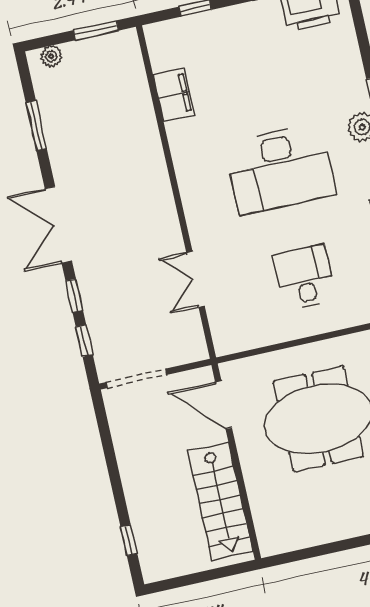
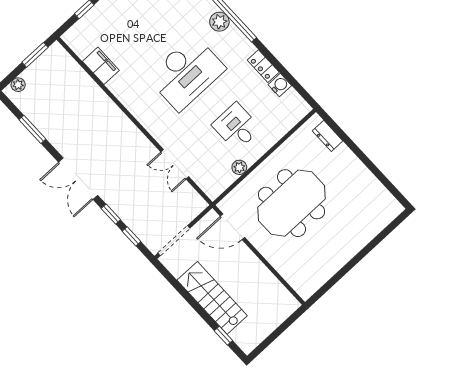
plant: (277, 332) -> (239, 167), added
stairs: (220, 501) -> (212, 298), moved, turned 180

